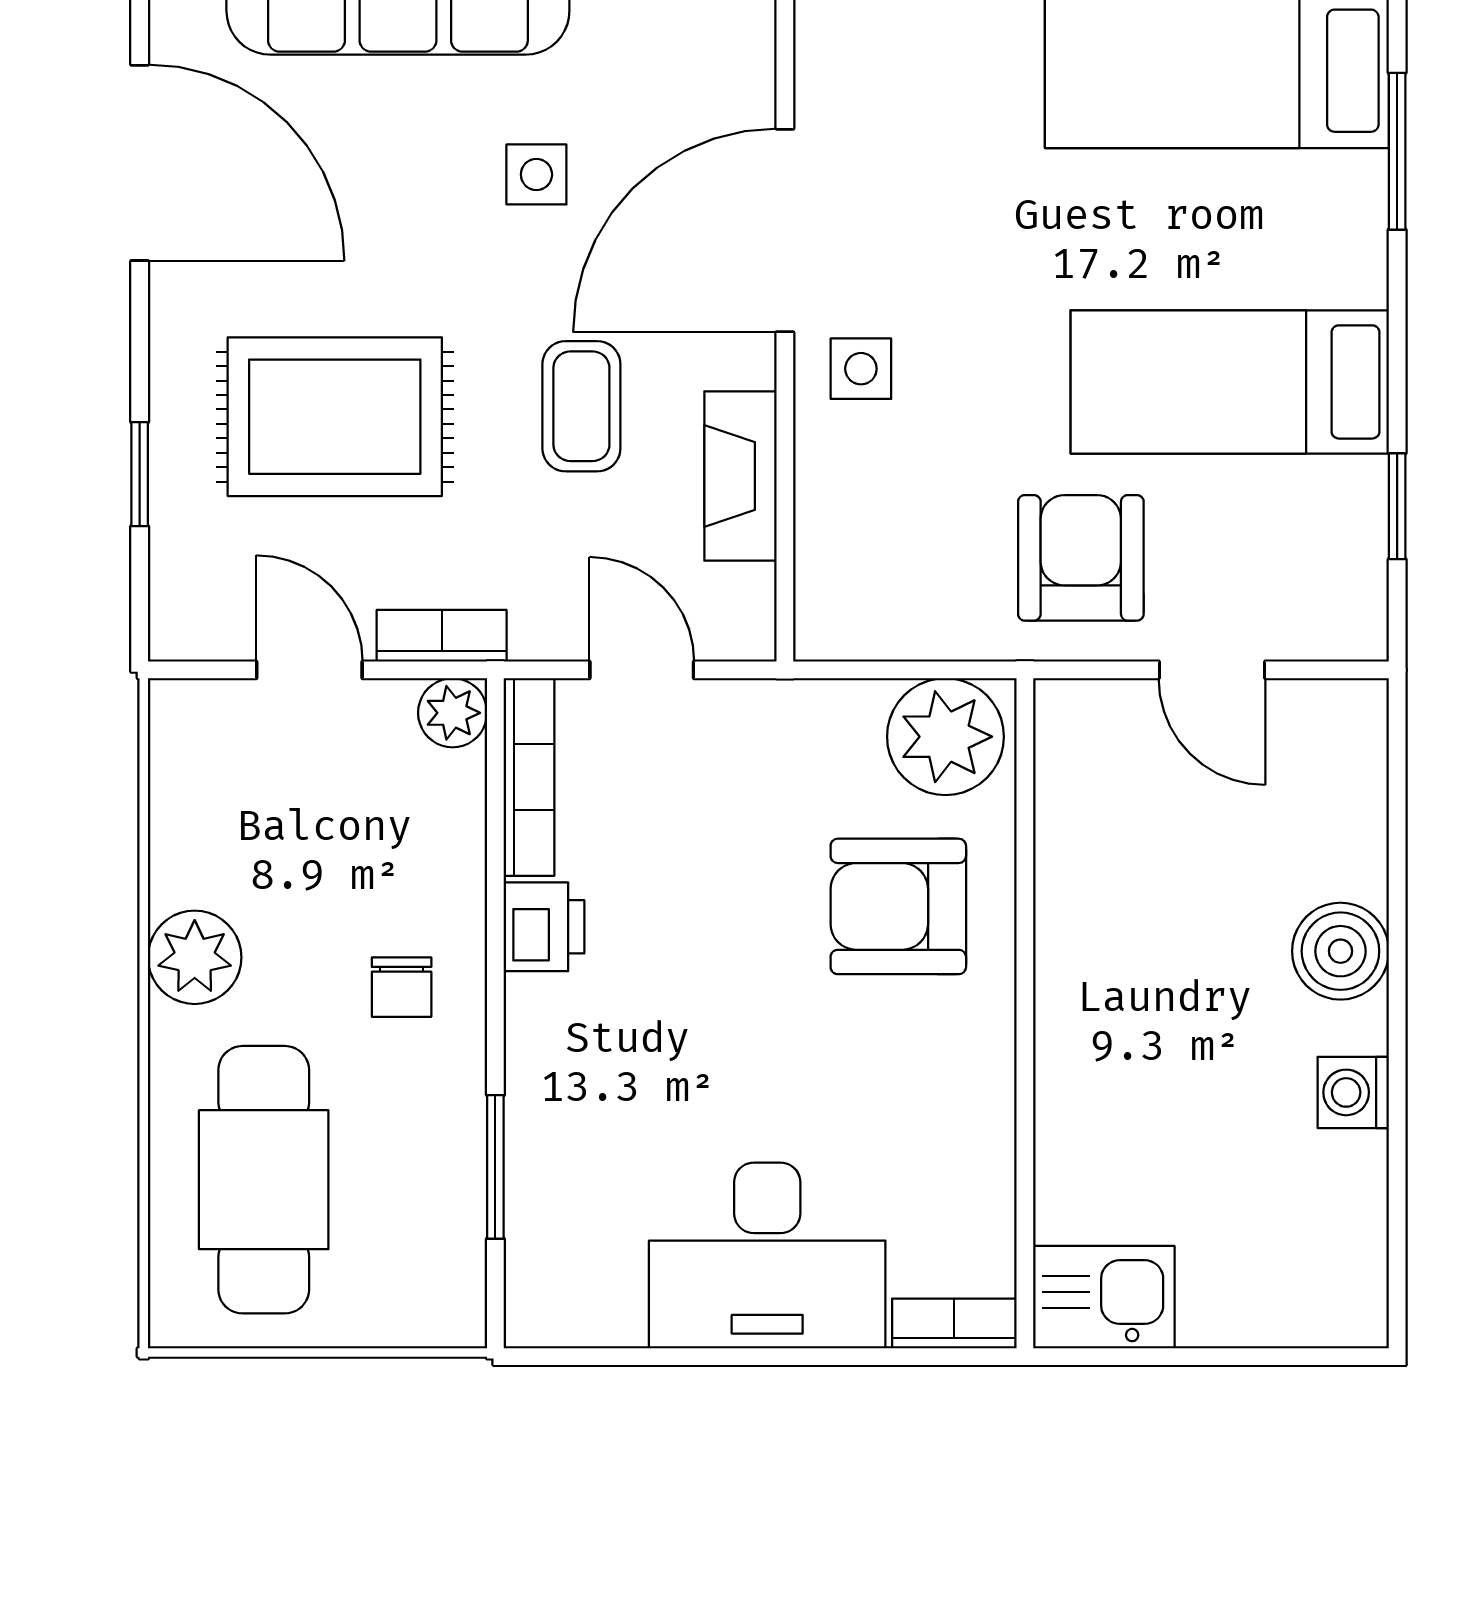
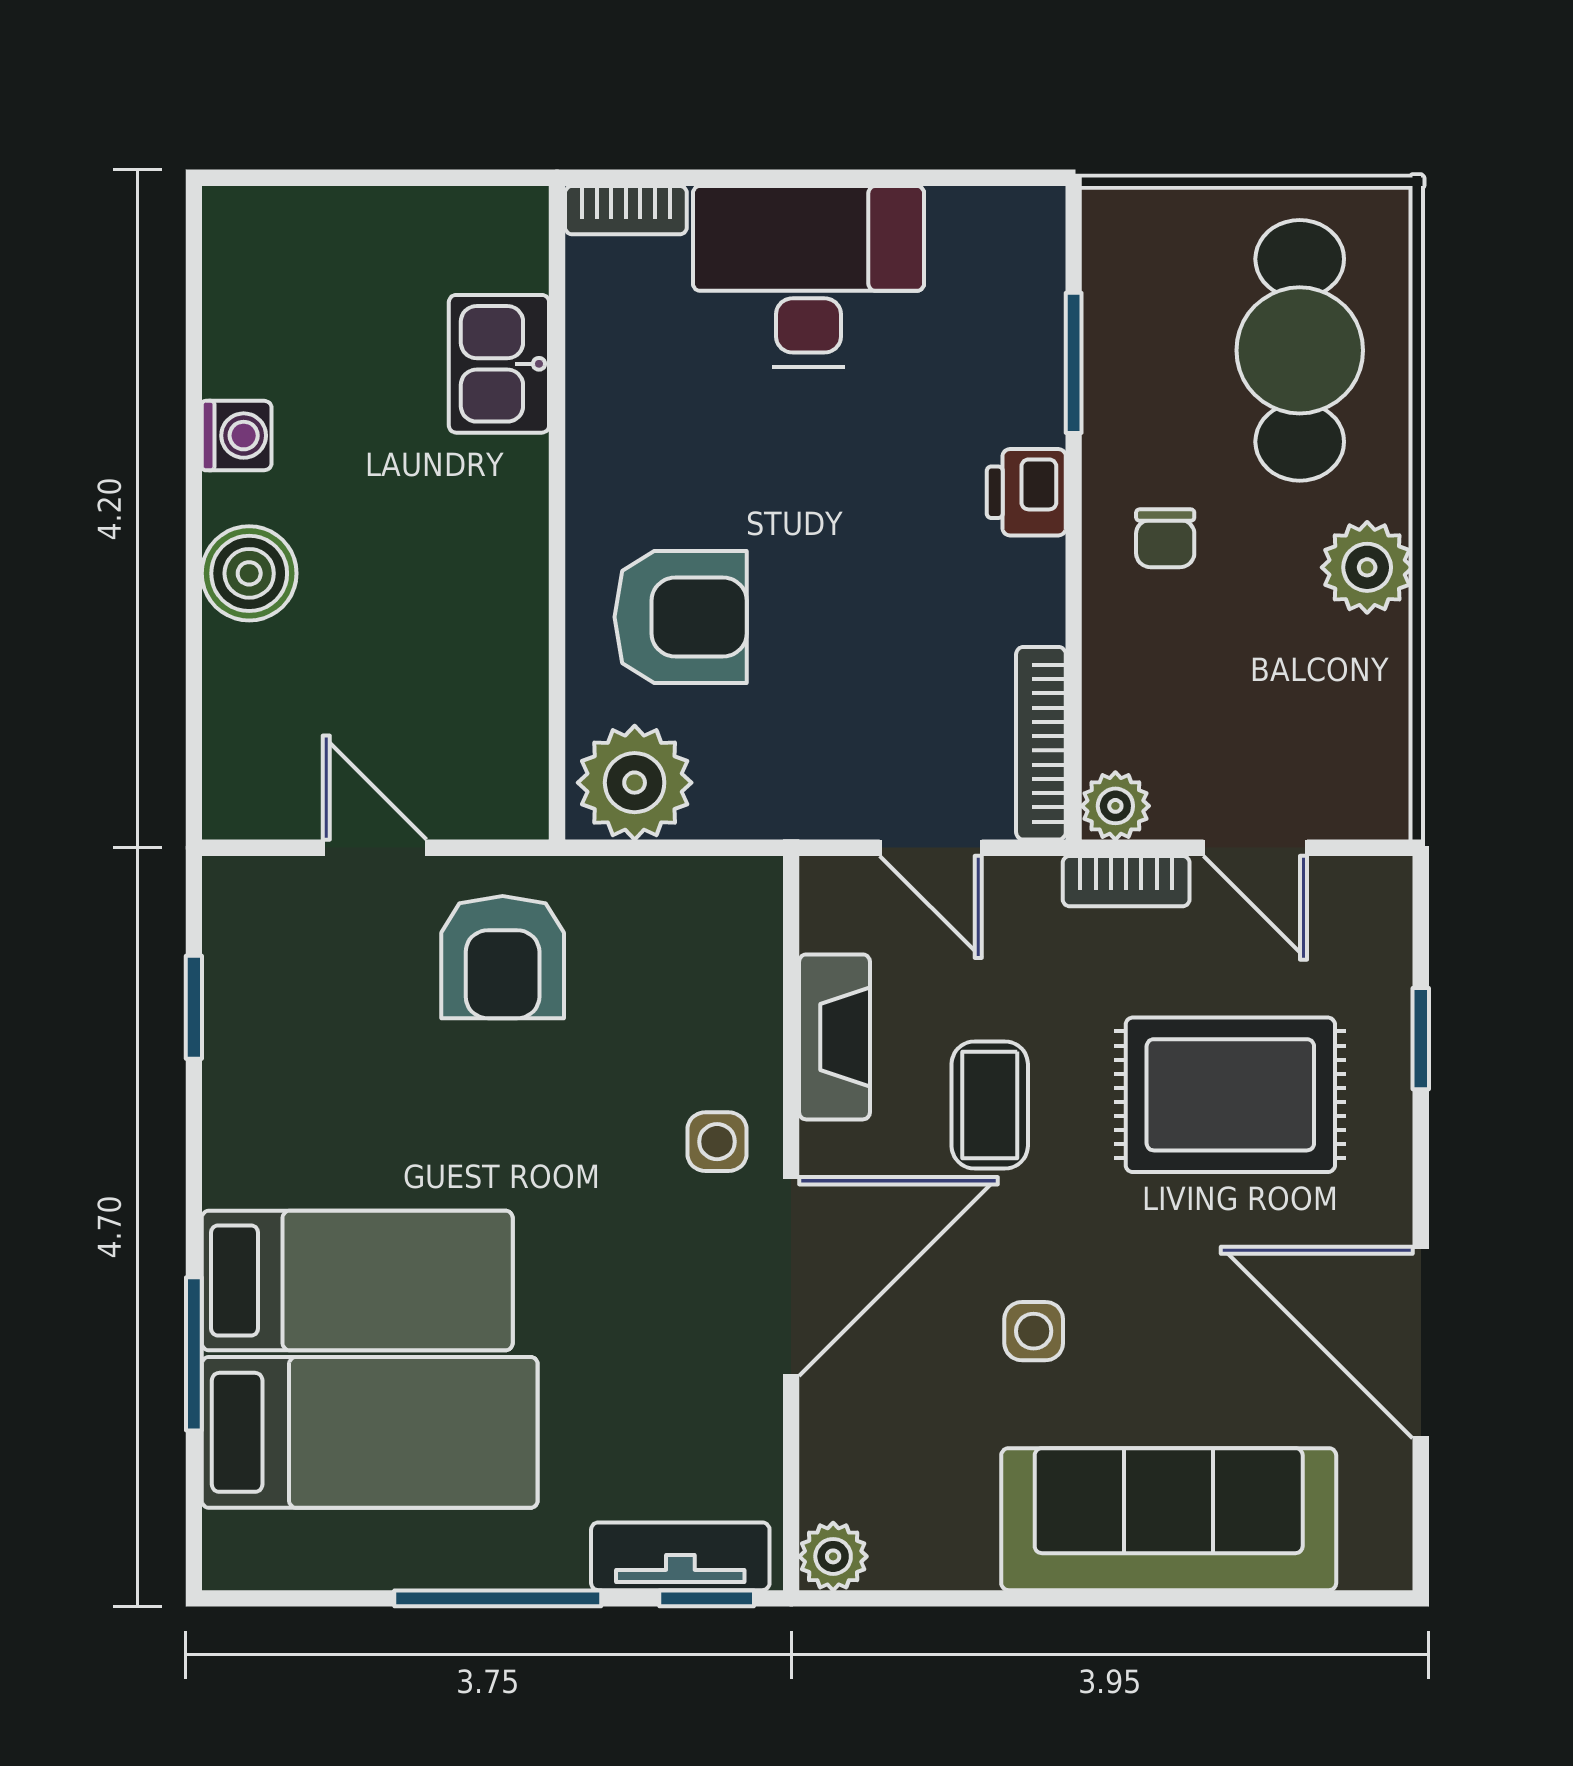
bed: (1230, 382) -> (357, 1280), moved
printer: (544, 927) -> (1026, 492), moved
chair: (402, 987) -> (1165, 538), turned 180
kitchen sink: (1104, 1297) -> (499, 364), moved, turned 90

